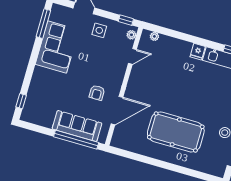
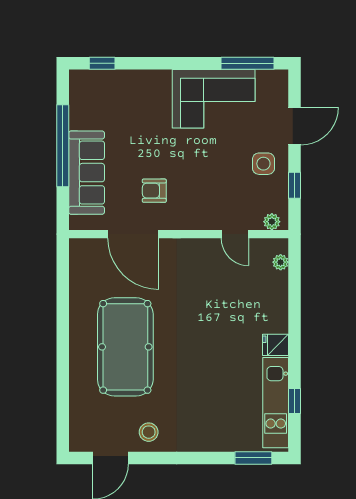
window: (126, 20) -> (295, 185), moved
window: (76, 140) -> (63, 146), moved

